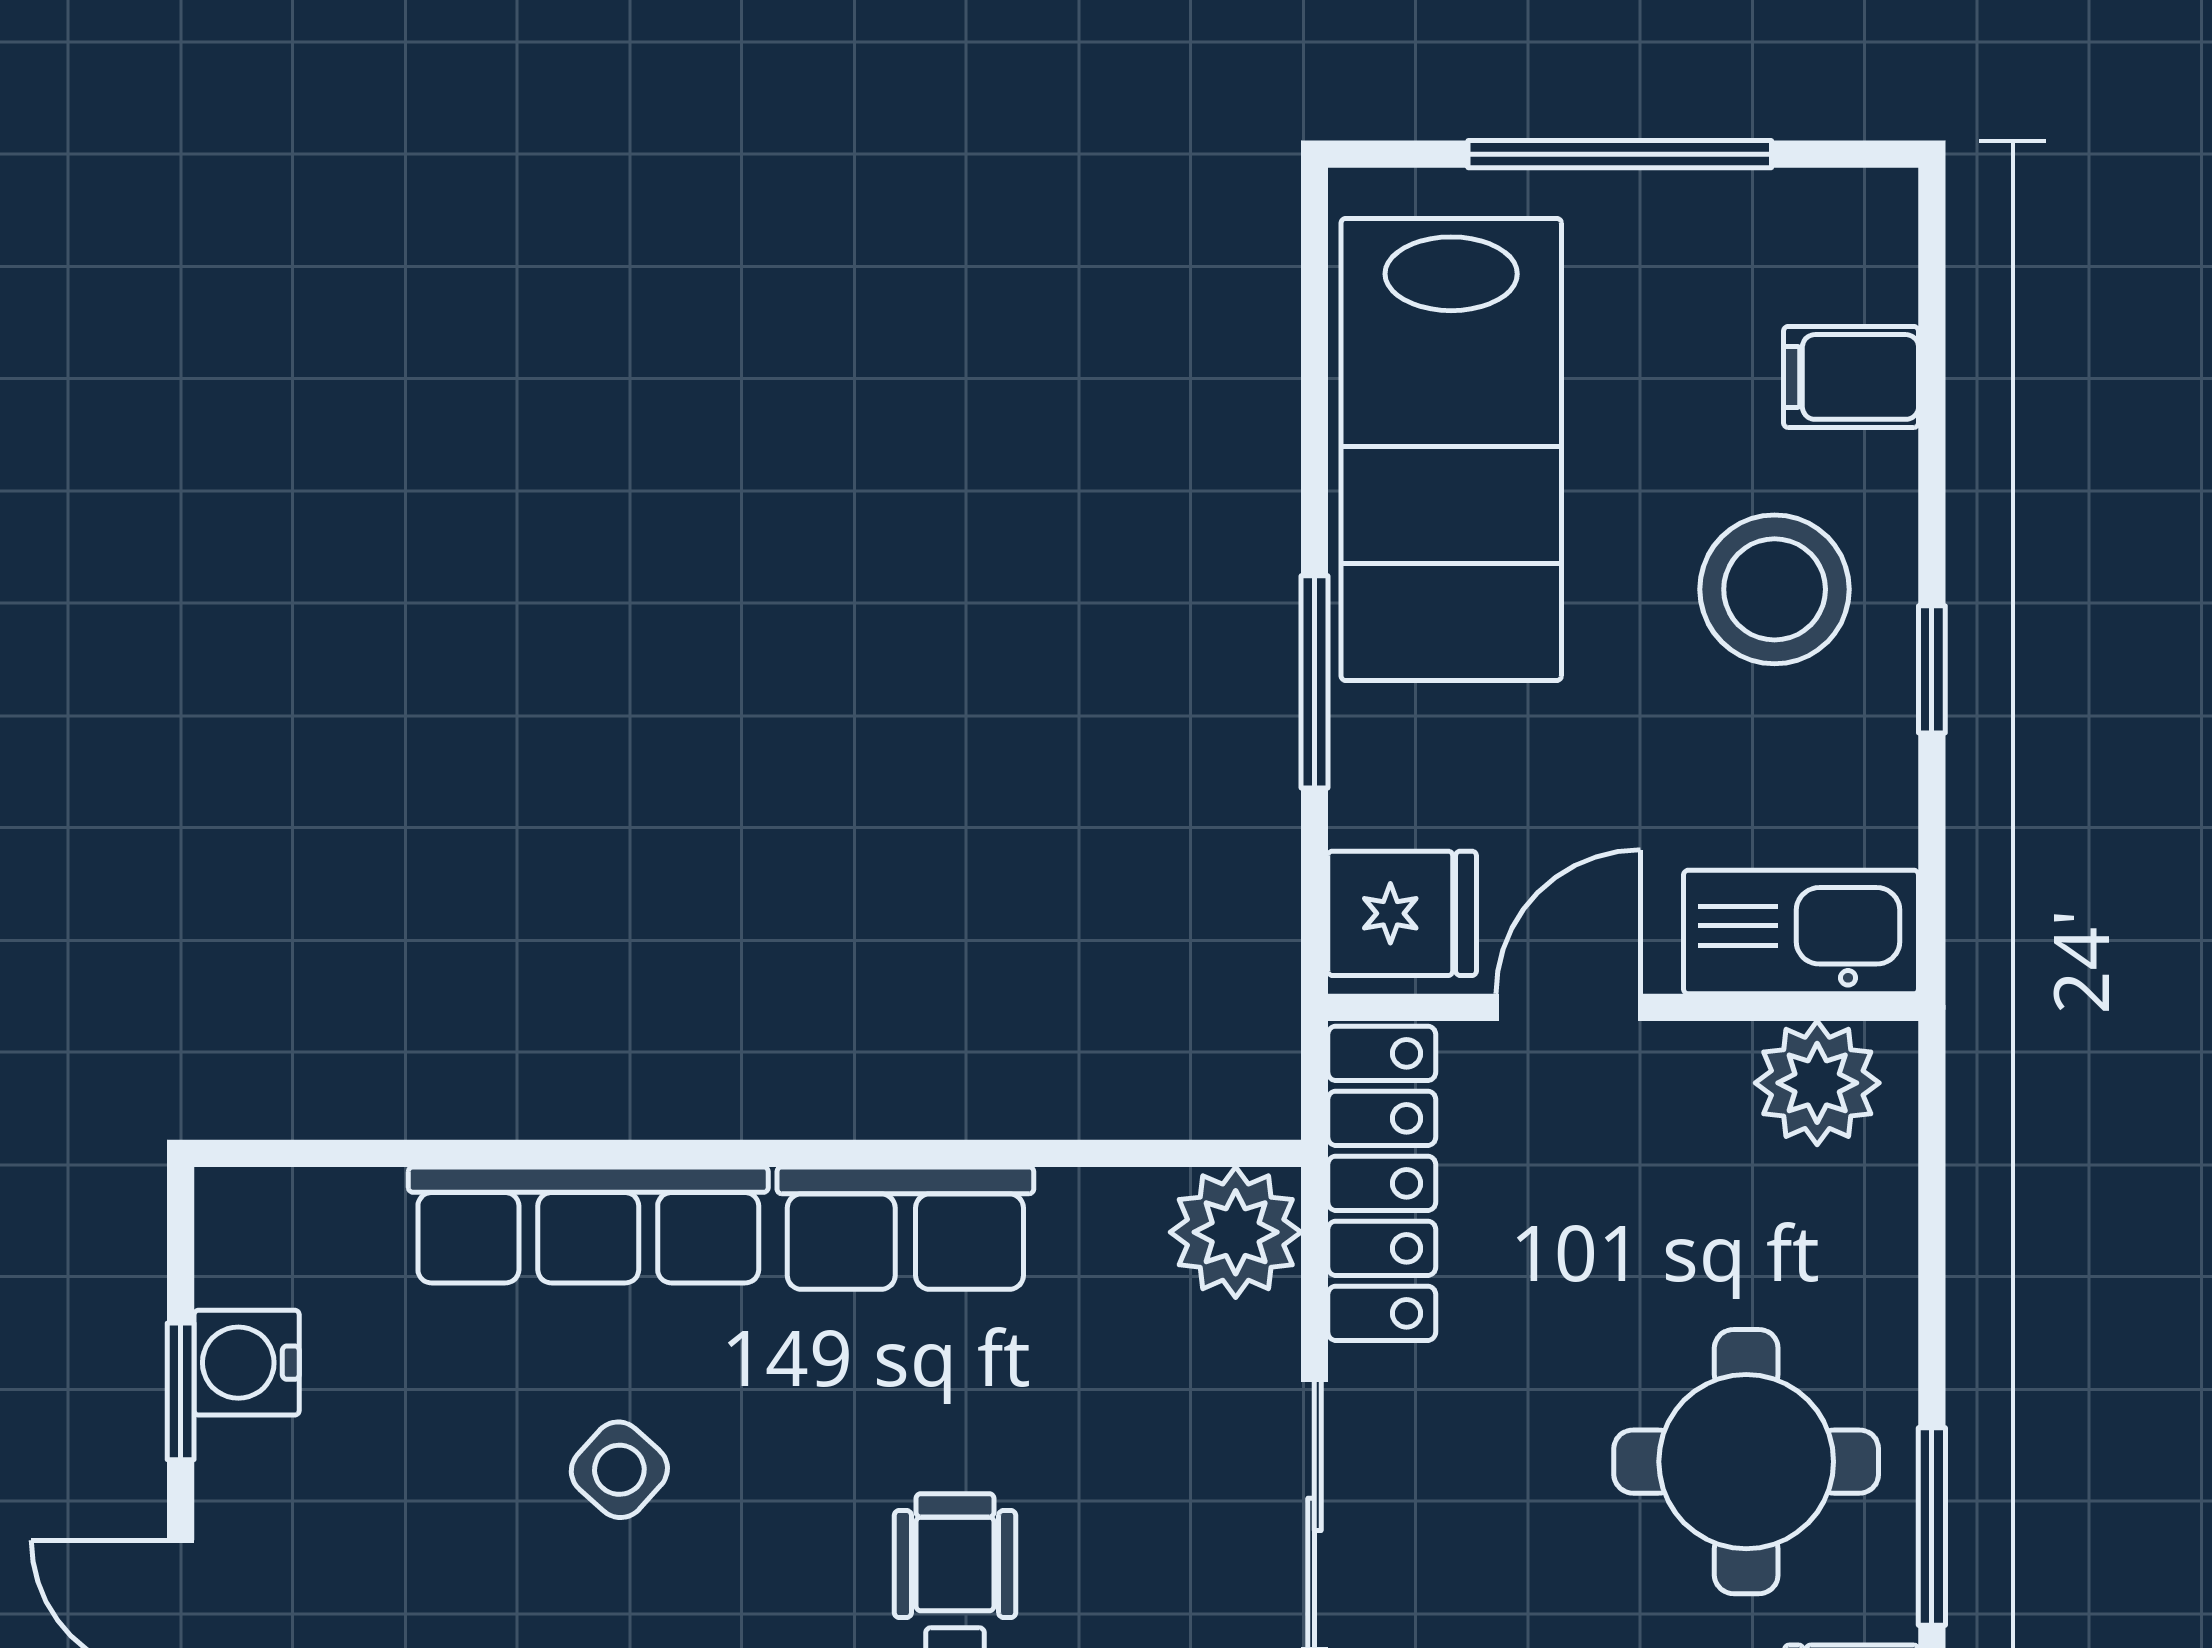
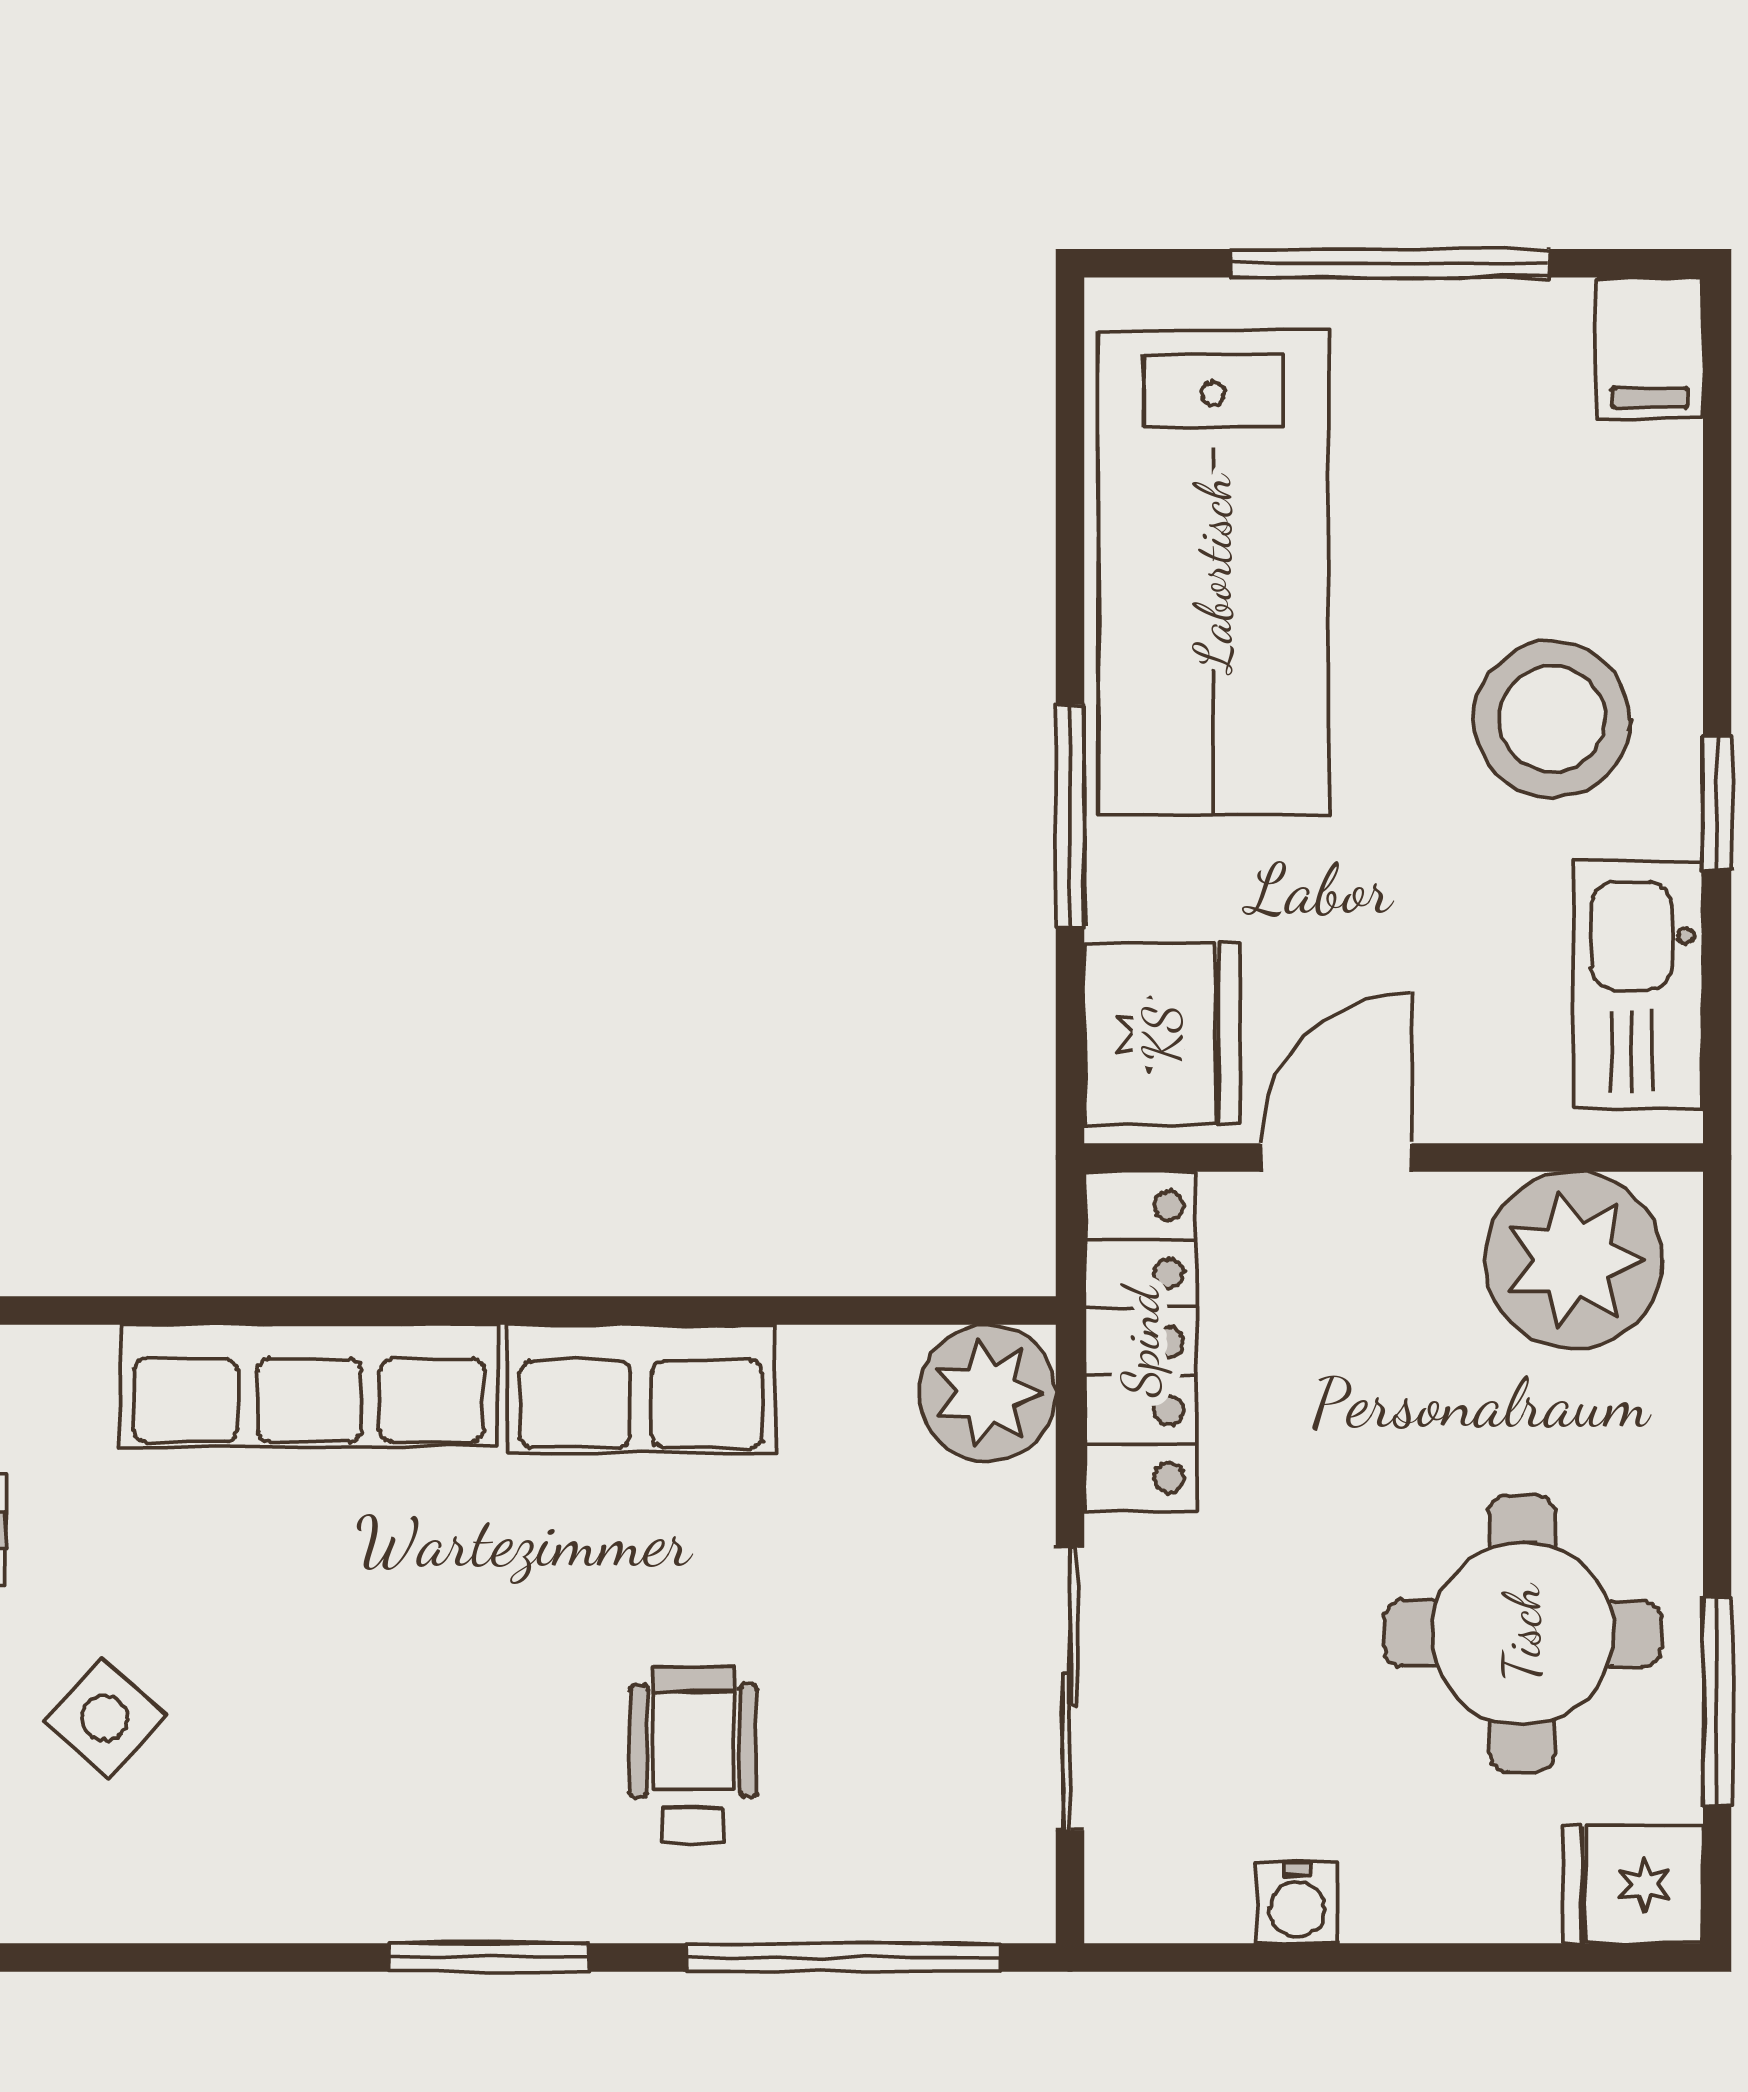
filing cabinet: (1851, 377) -> (1650, 348), moved, turned -90
fridge: (1402, 913) -> (1162, 1034), width x1.38
kitchen sink: (1801, 932) -> (1638, 985), moved, turned -90
plant: (1817, 1083) -> (1573, 1260), width x1.36, depth x1.36
side table: (619, 1470) -> (105, 1718), moved

